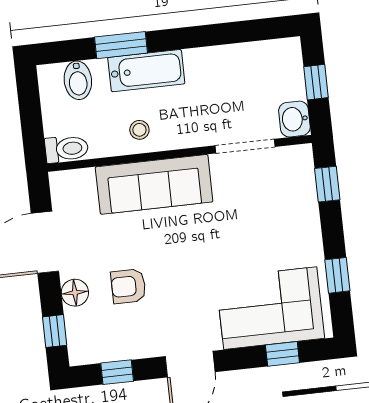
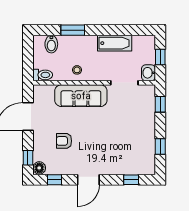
bathtub: (146, 71) -> (115, 43), moved
floor lamp: (75, 293) -> (39, 168), moved
corner sofa: (270, 308) -> (128, 158), removed

